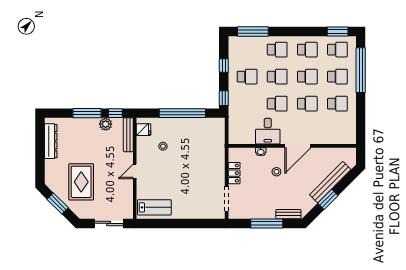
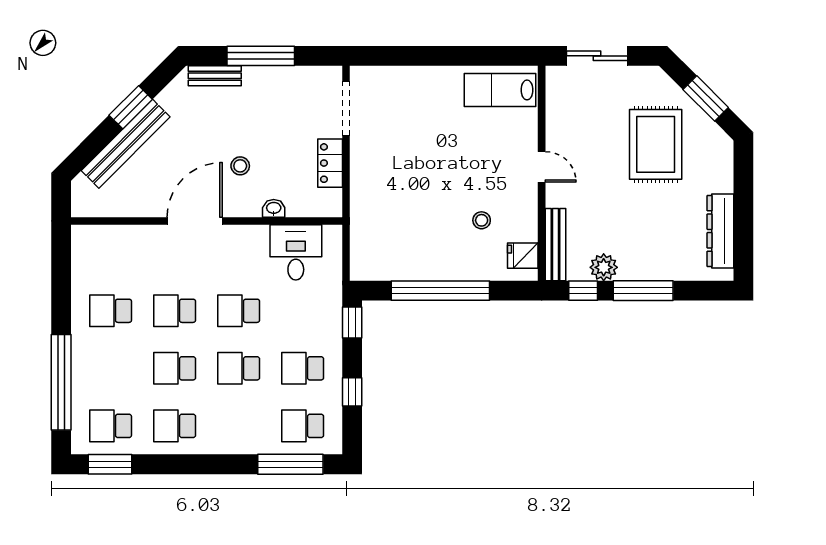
school desk: (277, 50) -> (303, 426), moved
school desk: (337, 77) -> (111, 368), removed
desk: (268, 131) -> (296, 252), moved
door: (135, 171) -> (542, 167), hinge flipped

